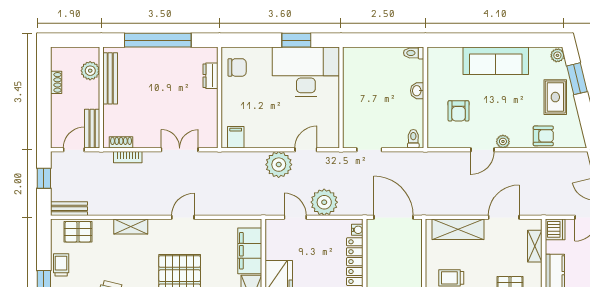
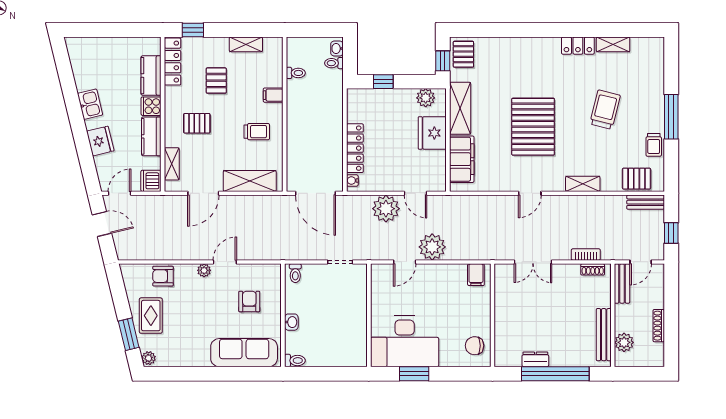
sofa: (496, 61) -> (244, 353), moved
dresser: (210, 76) -> (535, 359), moved, turned -90
shoe rack: (56, 82) -> (659, 326), width x1.43

